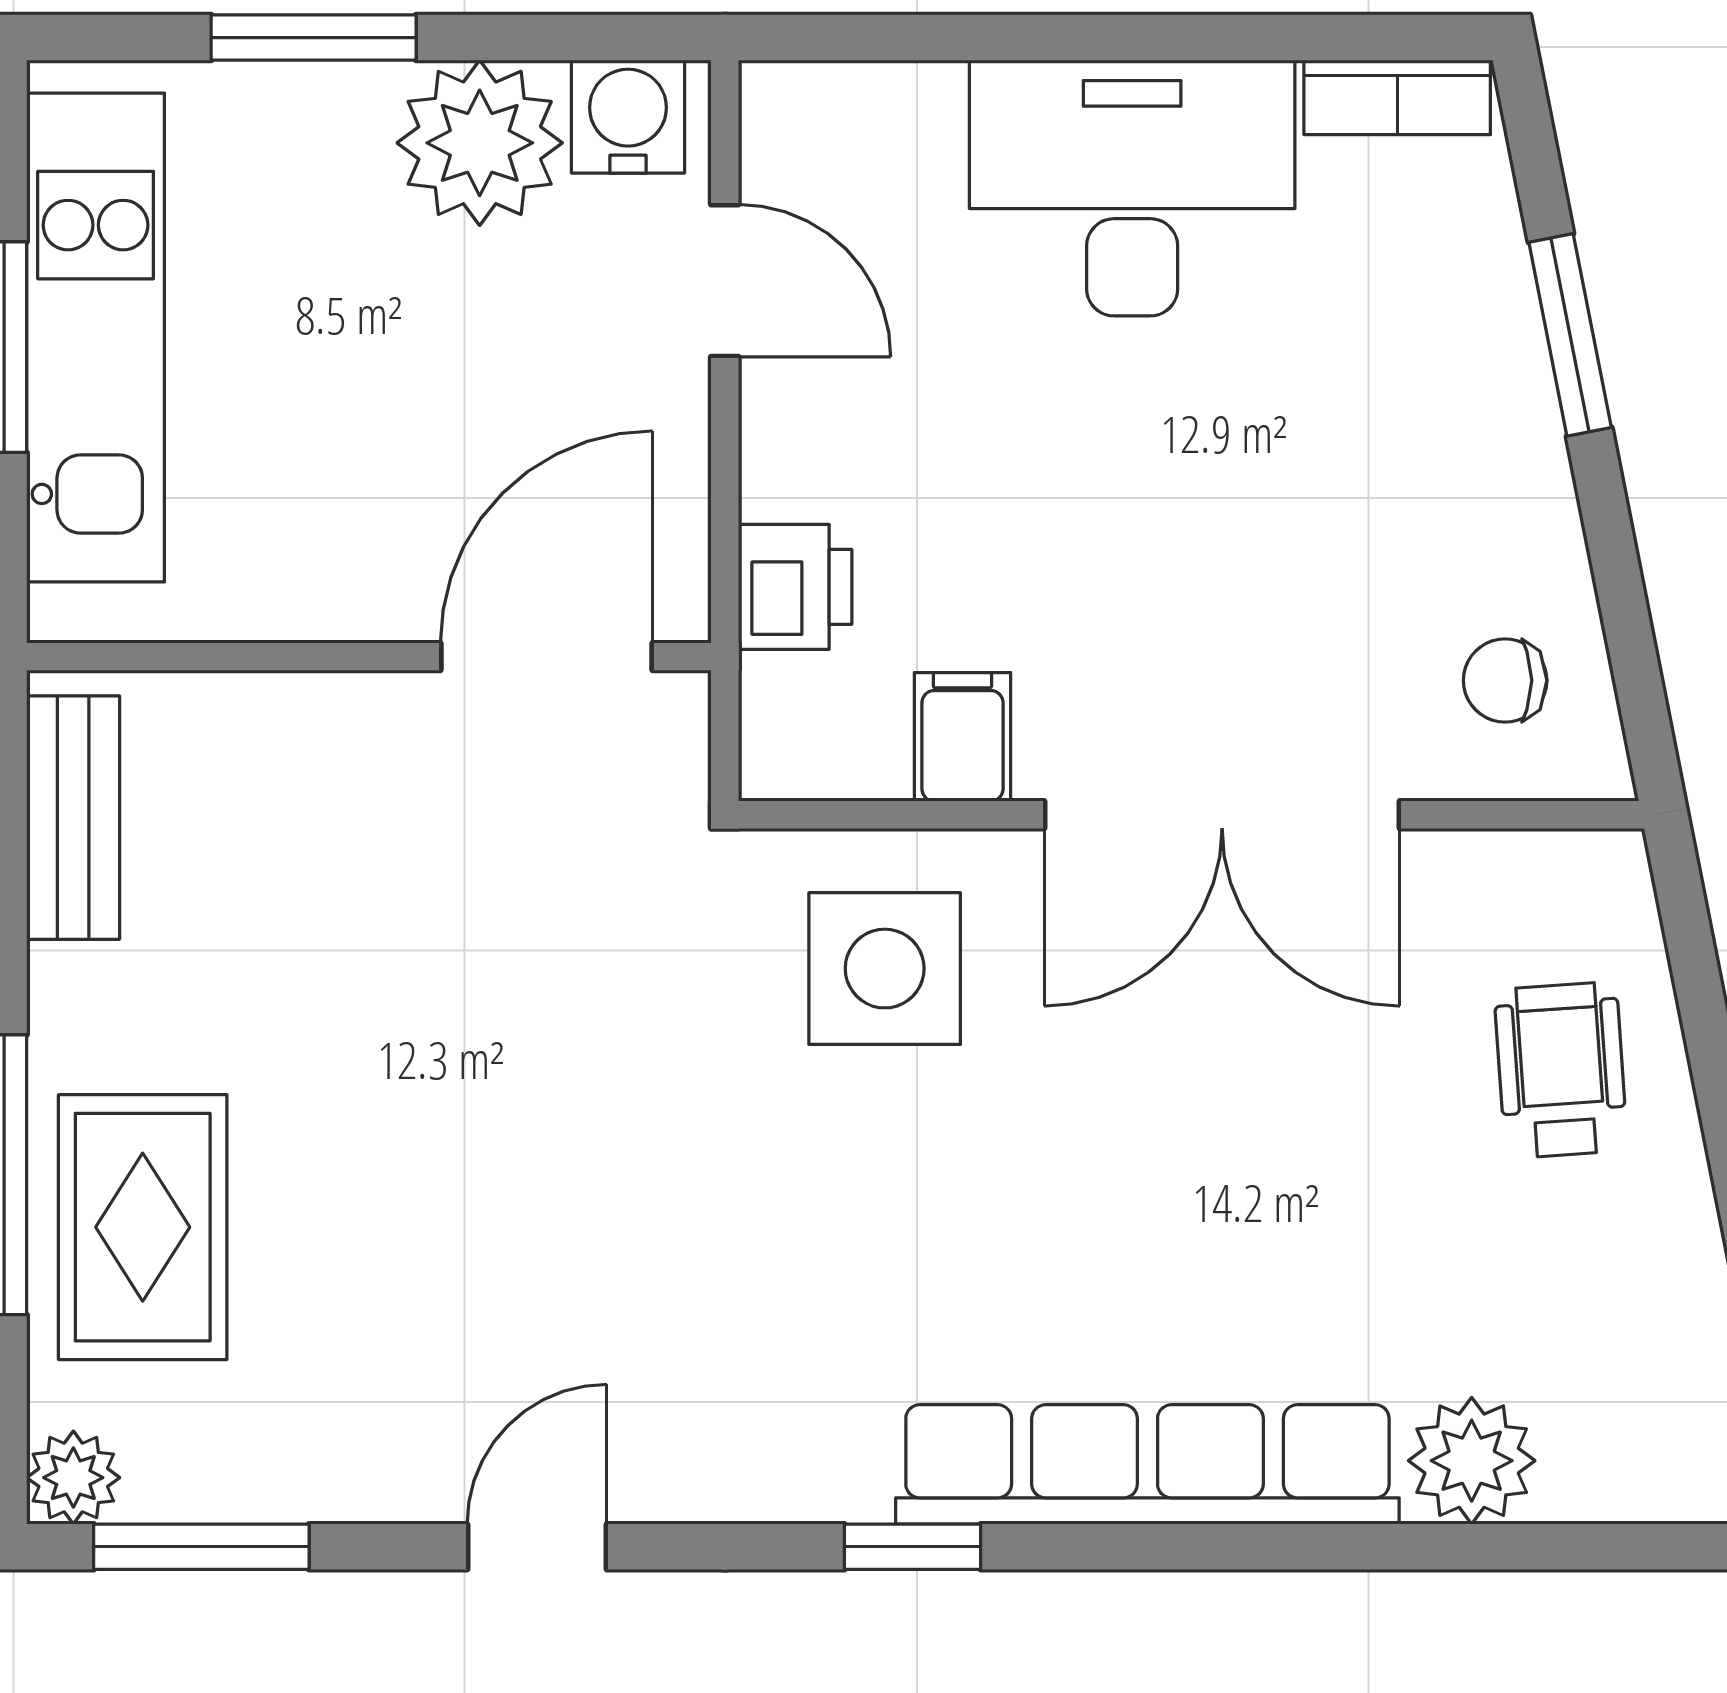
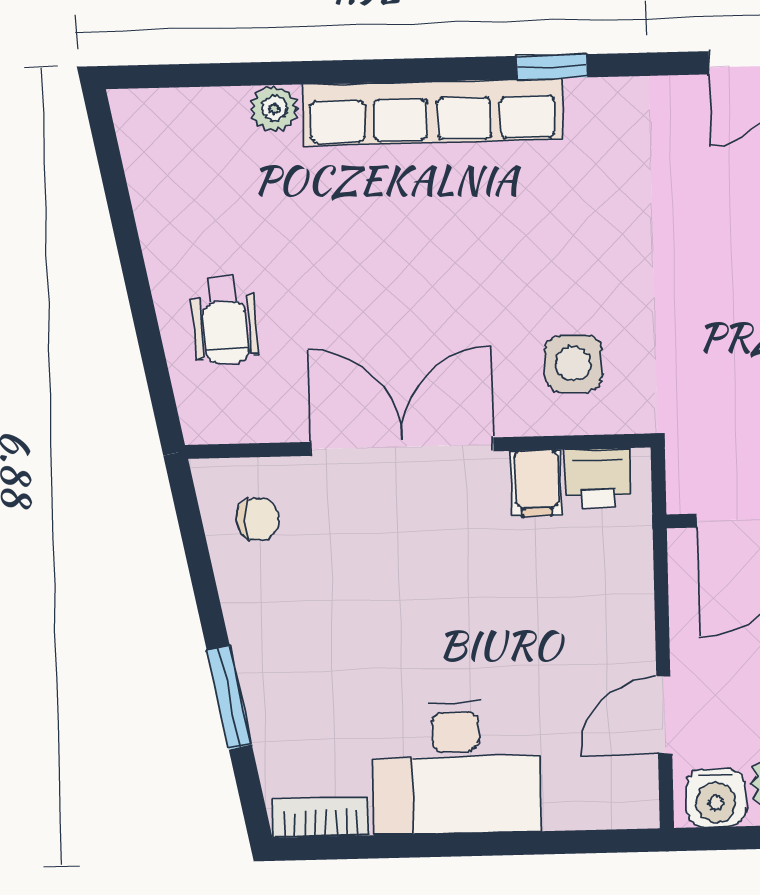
door: (725, 281) -> (664, 715), hinge flipped
printer: (795, 587) -> (598, 478), moved, turned -90
side table: (885, 969) -> (573, 363), width x0.73, depth x0.73
plant: (1472, 1461) -> (274, 109), width x0.73, depth x0.73

